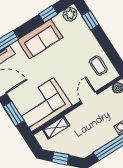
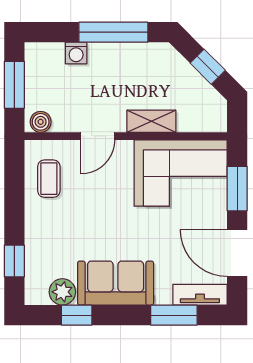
plant: (70, 14) -> (62, 292), moved
shelving: (56, 128) -> (151, 121), moved

